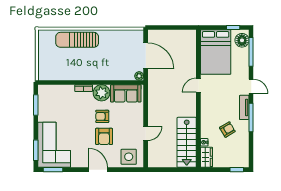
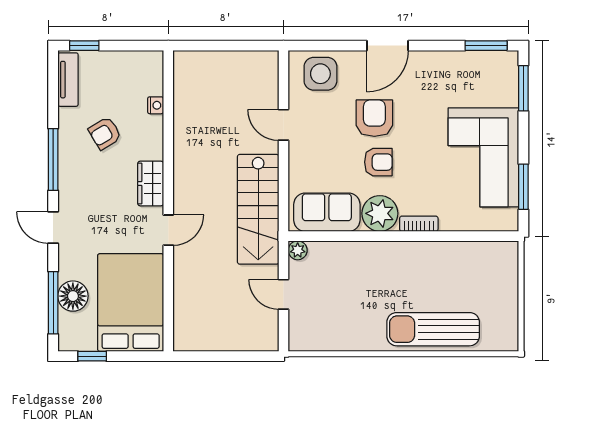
sun lounger: (77, 40) -> (433, 329), turned 180
floor lamp: (242, 40) -> (73, 296), moved
door: (146, 56) -> (284, 294), width x0.53
tv unit: (244, 107) -> (68, 80), moved
door: (146, 133) -> (284, 125), hinge flipped
stairs: (187, 142) -> (258, 209), moved, turned 180
corner sofa: (54, 145) -> (483, 157), moved
wardrobe: (206, 157) -> (151, 184), moved
door: (98, 170) -> (388, 46), hinge flipped

